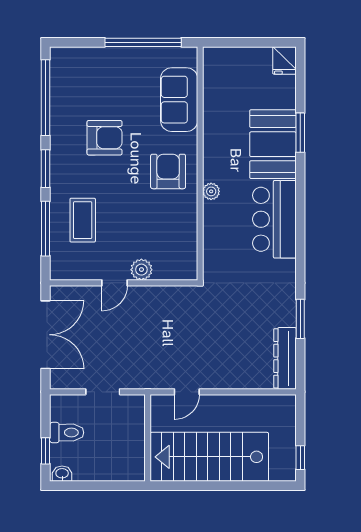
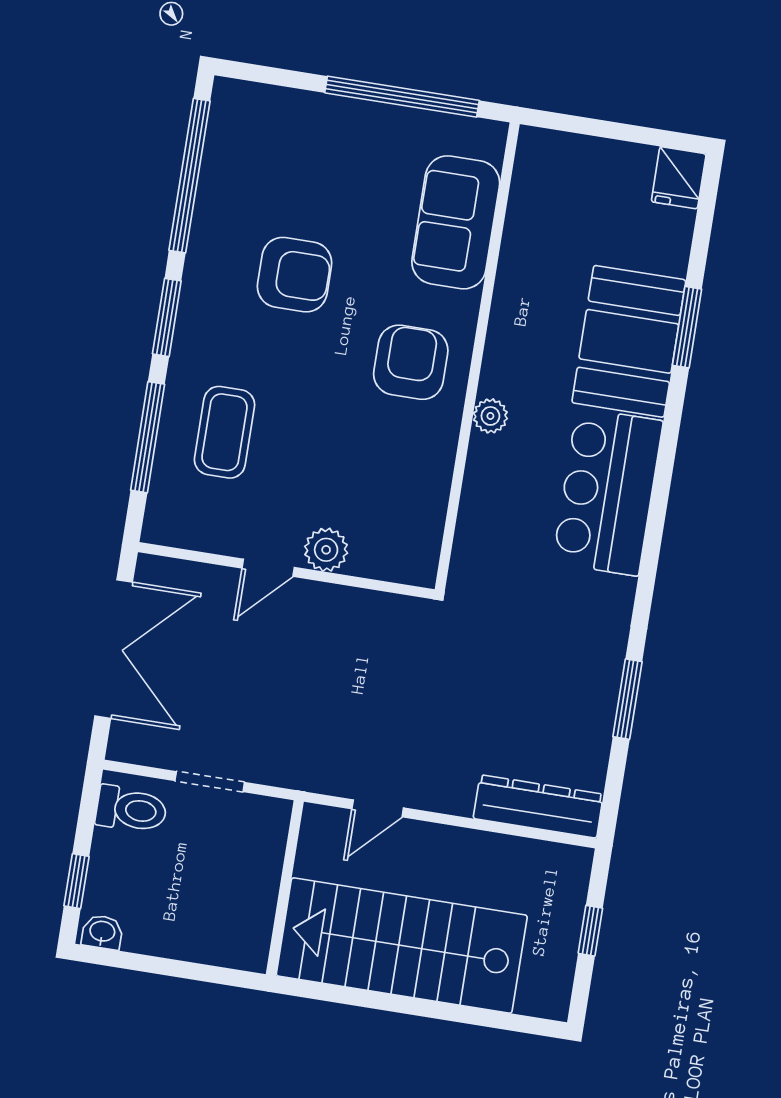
dresser: (285, 358) -> (538, 806), moved, turned 90
toilet: (67, 433) -> (131, 809), moved
window: (300, 458) -> (590, 931), moved

